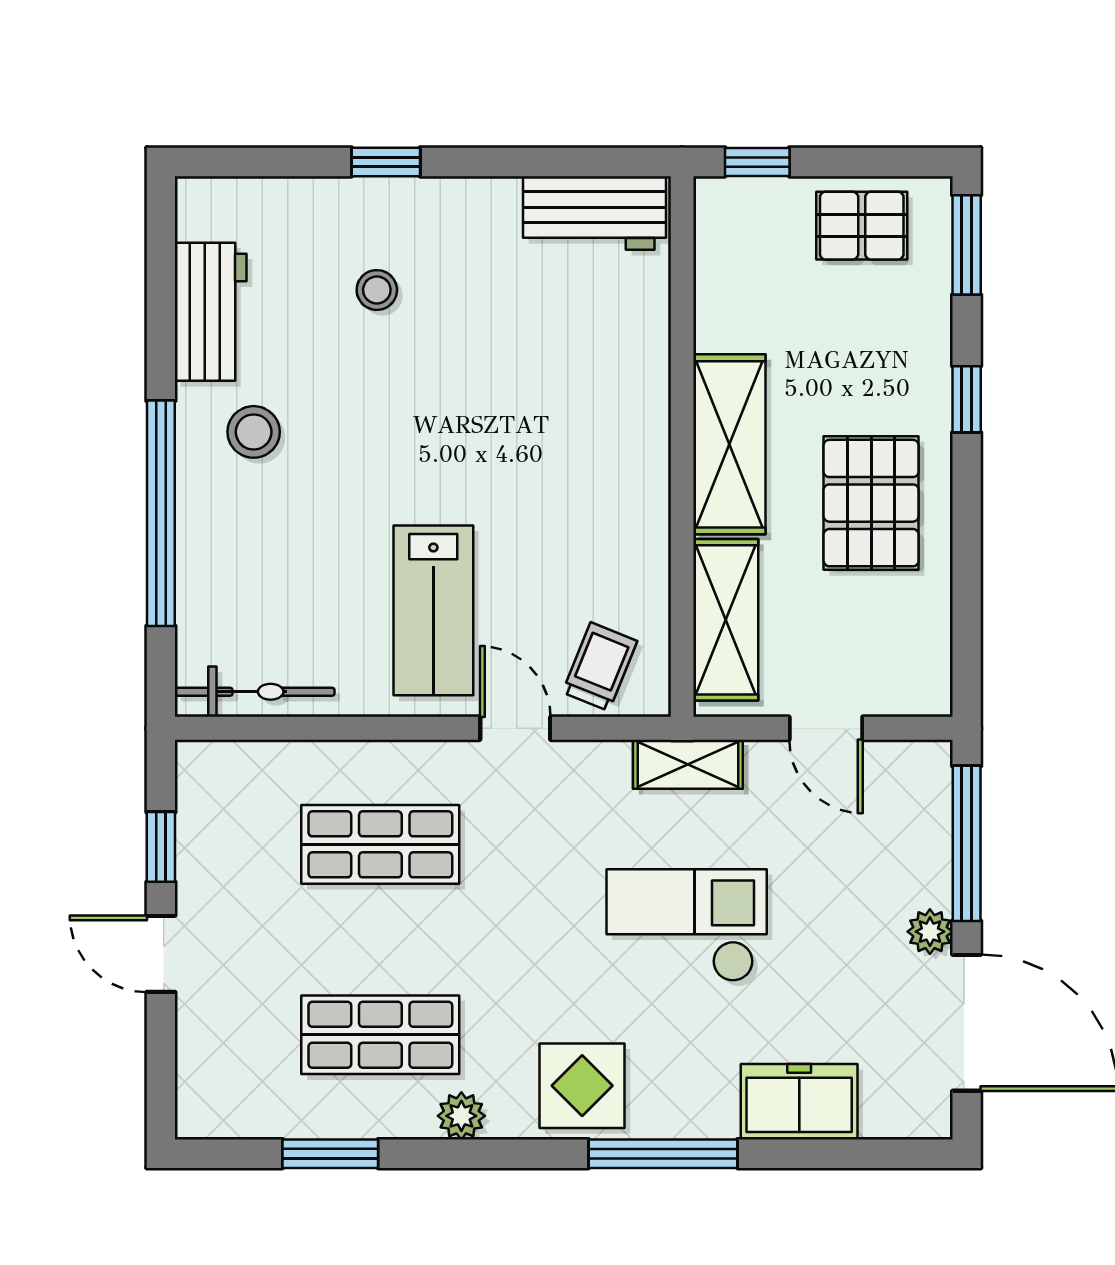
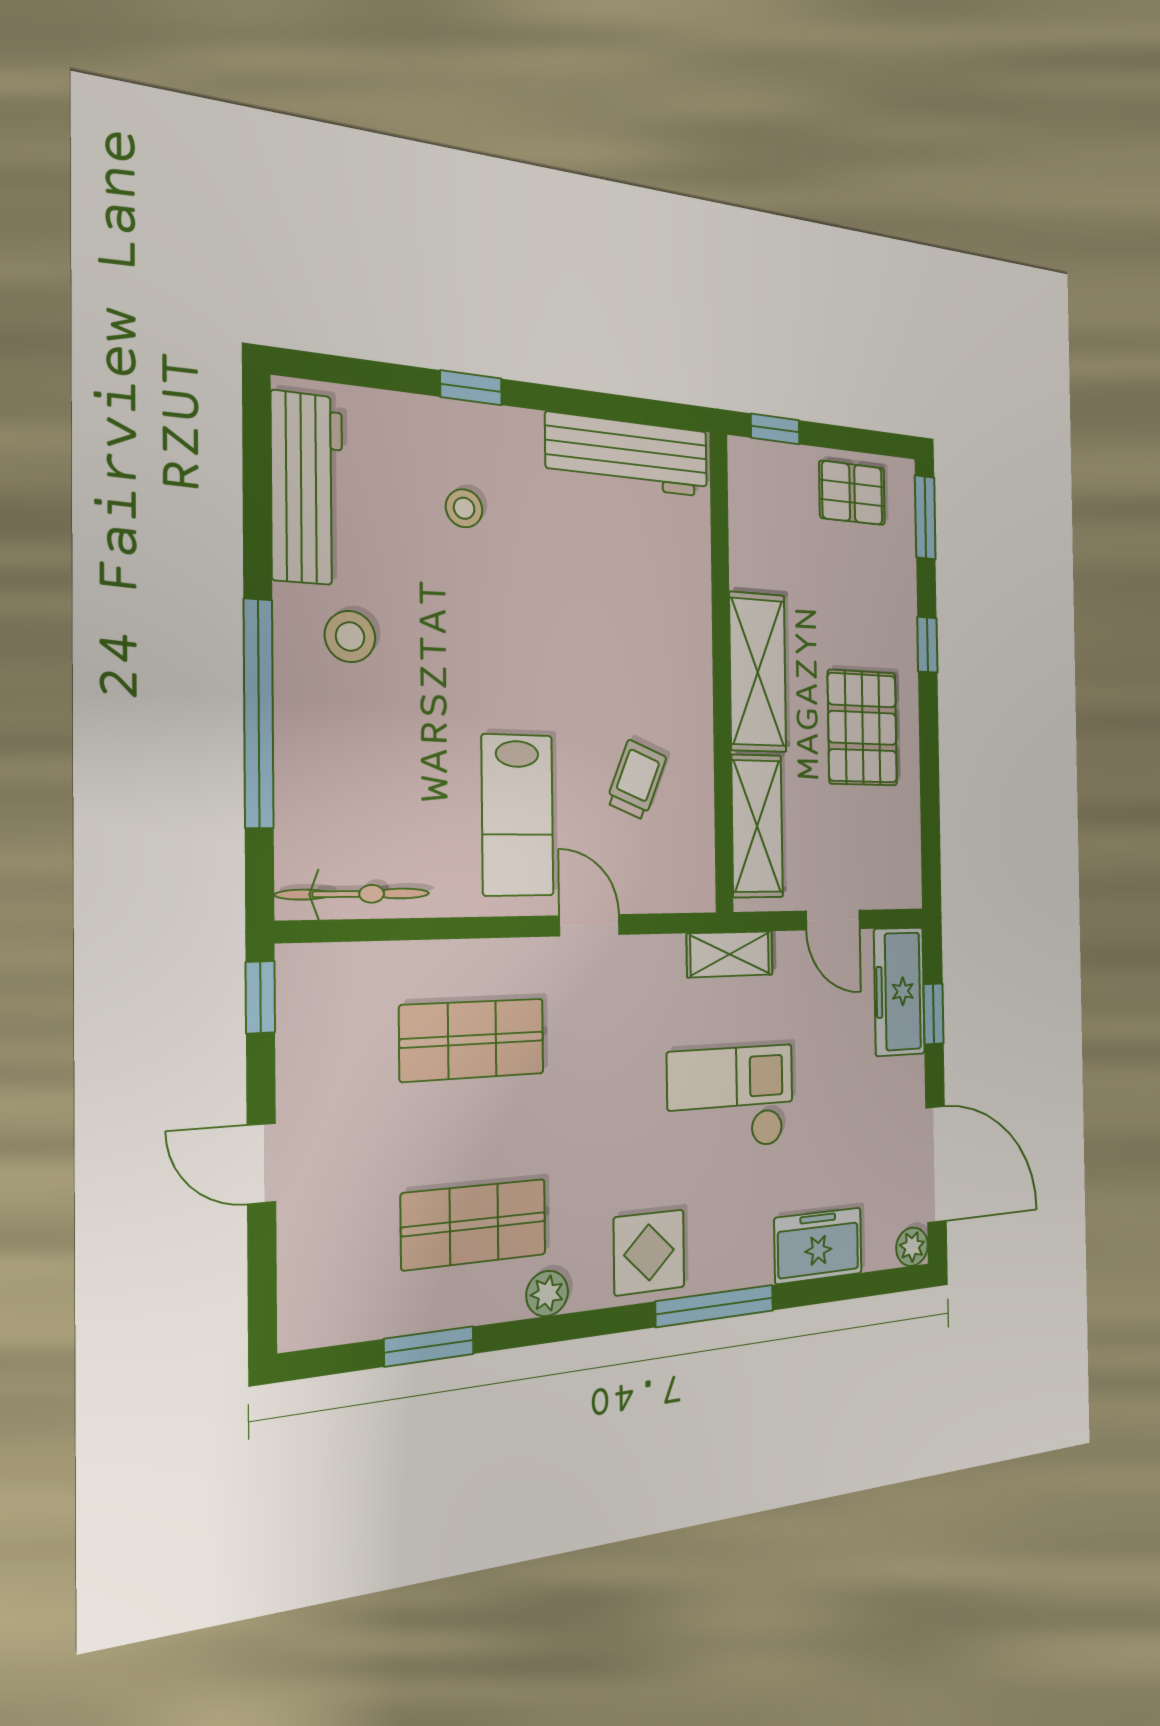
workbench: (595, 213) -> (628, 455), width x1.38
workbench: (211, 312) -> (307, 488), width x1.38
trolley: (600, 667) -> (636, 780), moved
freezer: (918, 815) -> (899, 991), added
window: (967, 843) -> (933, 1014), width x0.46
window: (161, 847) -> (260, 997), moved
plant: (930, 932) -> (912, 1247), moved

